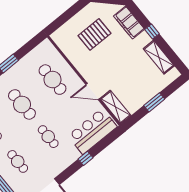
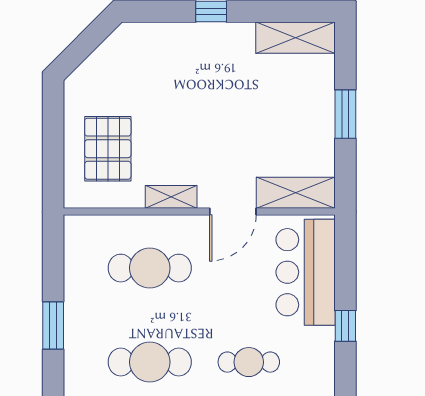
filing cabinet: (129, 23) -> (160, 40), removed
pallet: (94, 34) -> (108, 149), moved
shelving: (159, 57) -> (296, 38), moved
shelving: (81, 68) -> (171, 197), added

